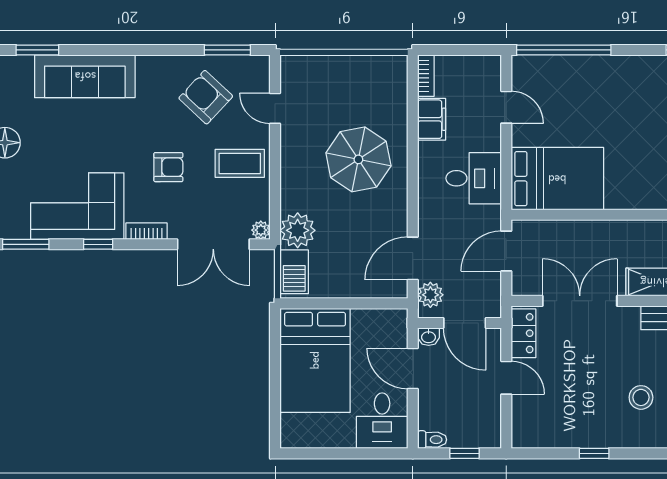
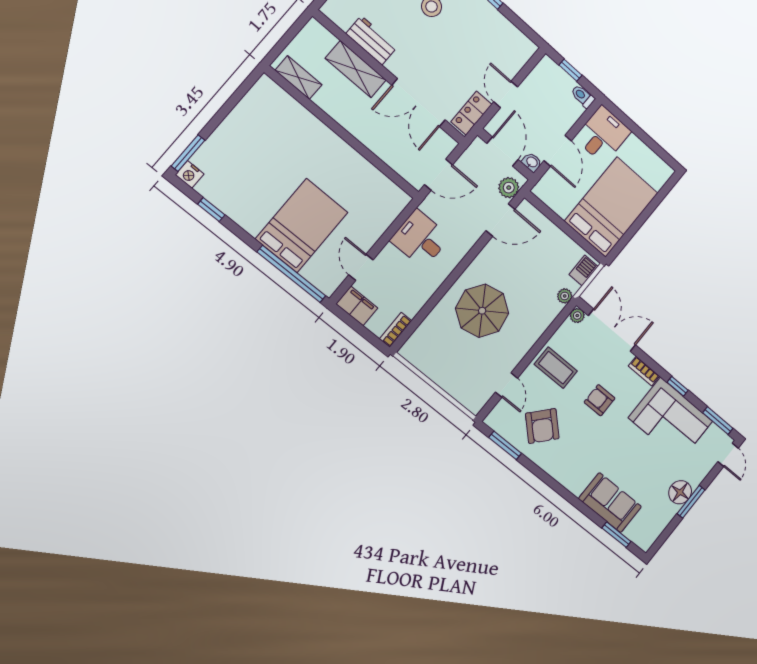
sofa: (85, 76) -> (610, 503), width x0.73
filing cabinet: (432, 119) -> (357, 306), moved, turned 90
bed: (557, 179) -> (302, 226), moved, turned 90
plant: (298, 230) -> (565, 296), width x0.53, depth x0.53
barbecue: (294, 272) -> (584, 271), width x0.73, depth x0.79

